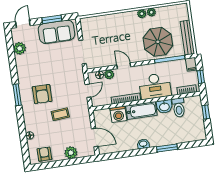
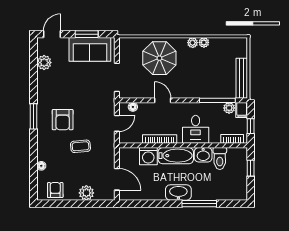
parasol: (158, 42) -> (159, 58), moved
plant: (109, 74) -> (229, 108), moved
desk: (155, 86) -> (196, 129), width x0.73
washbasin: (143, 144) -> (178, 192), width x1.91, depth x1.45
window: (167, 148) -> (199, 204), width x1.44

